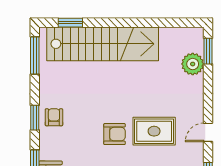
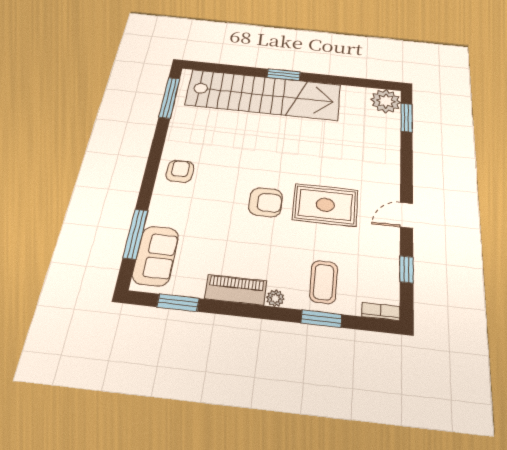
window: (70, 23) -> (284, 75), moved
plant: (193, 64) -> (386, 101), moved
window: (35, 118) -> (152, 169), removed

